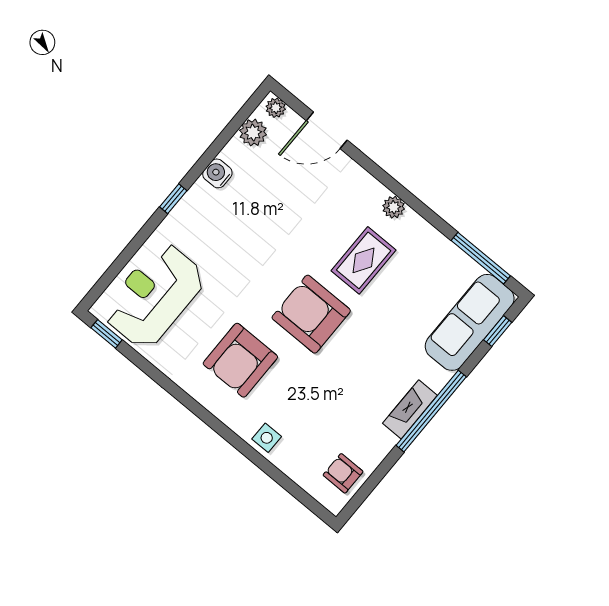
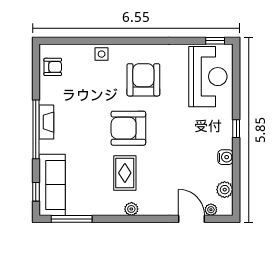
plant: (276, 108) -> (211, 210), moved
door: (327, 130) -> (192, 219), hinge flipped
armchair: (311, 314) -> (128, 128), turned 180

